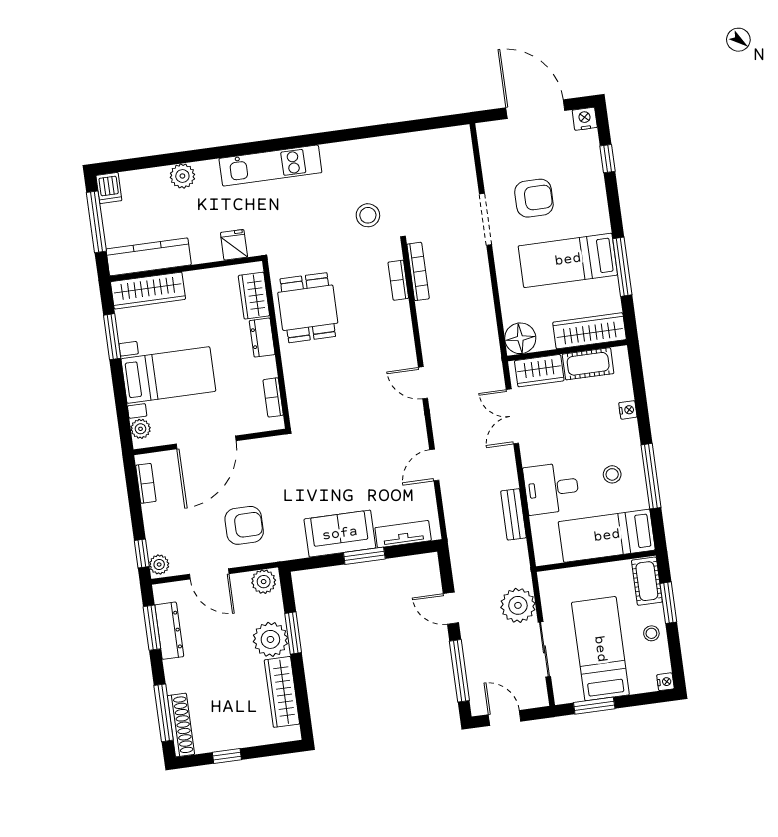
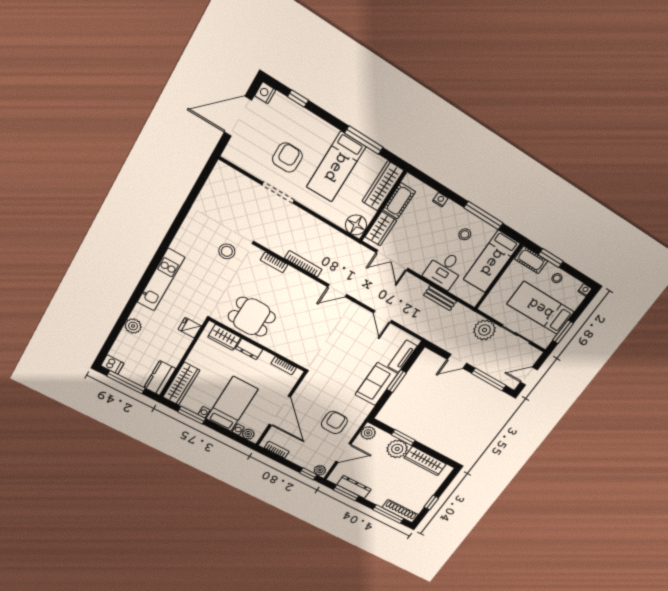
kitchen counter: (149, 257) -> (160, 378), width x0.67
bookcase: (418, 271) -> (303, 264), moved

